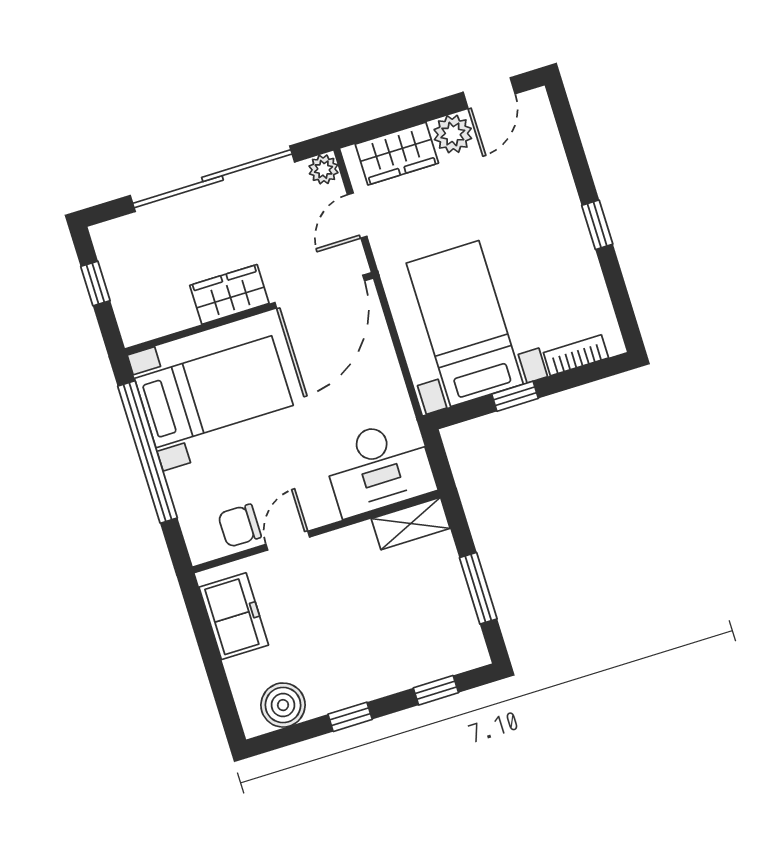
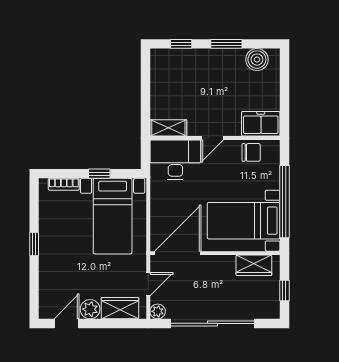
wardrobe: (229, 294) -> (254, 265), moved
door: (288, 541) -> (212, 138), moved
window: (478, 588) -> (146, 87), removed
freezer: (234, 616) -> (261, 124), moved, turned 90
window: (350, 717) -> (226, 44), width x1.50

